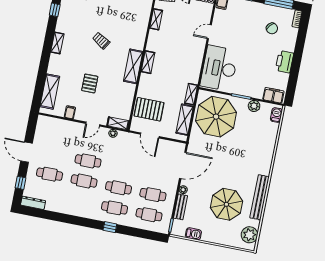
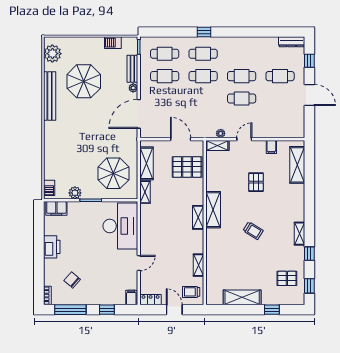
shelving: (57, 43) -> (300, 234), moved
parasol: (216, 117) -> (113, 173), width x0.73, depth x0.73

